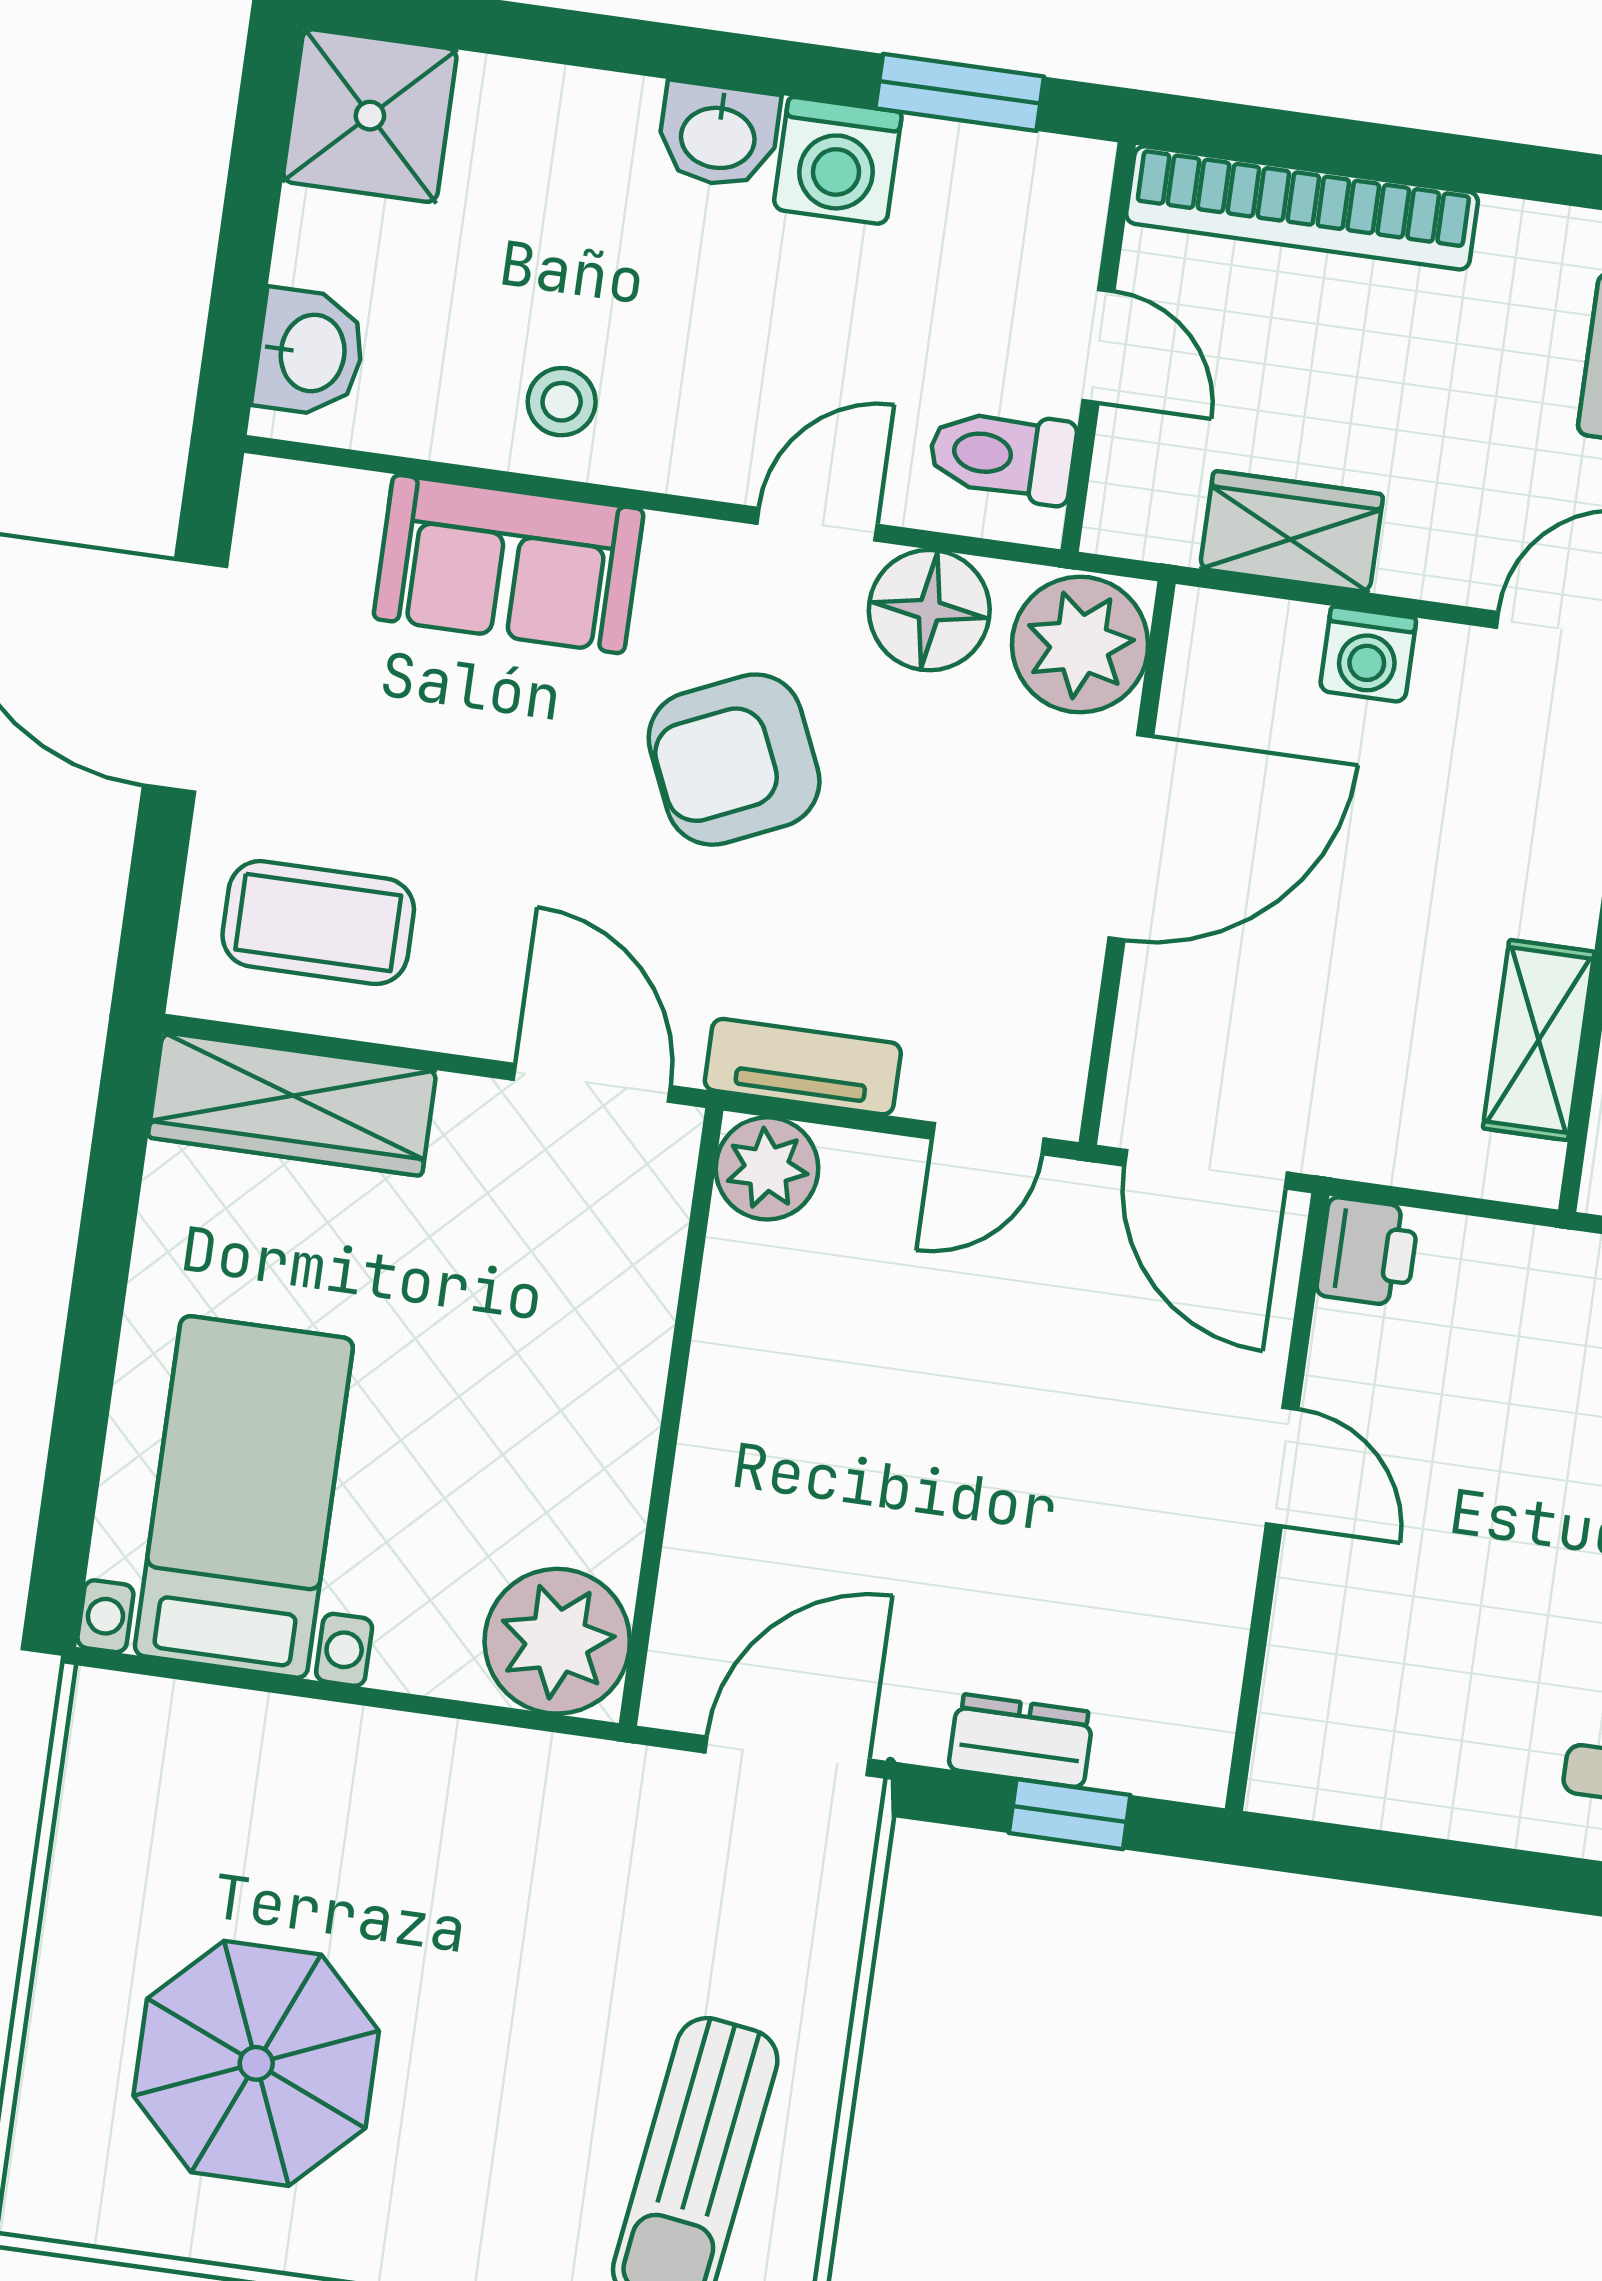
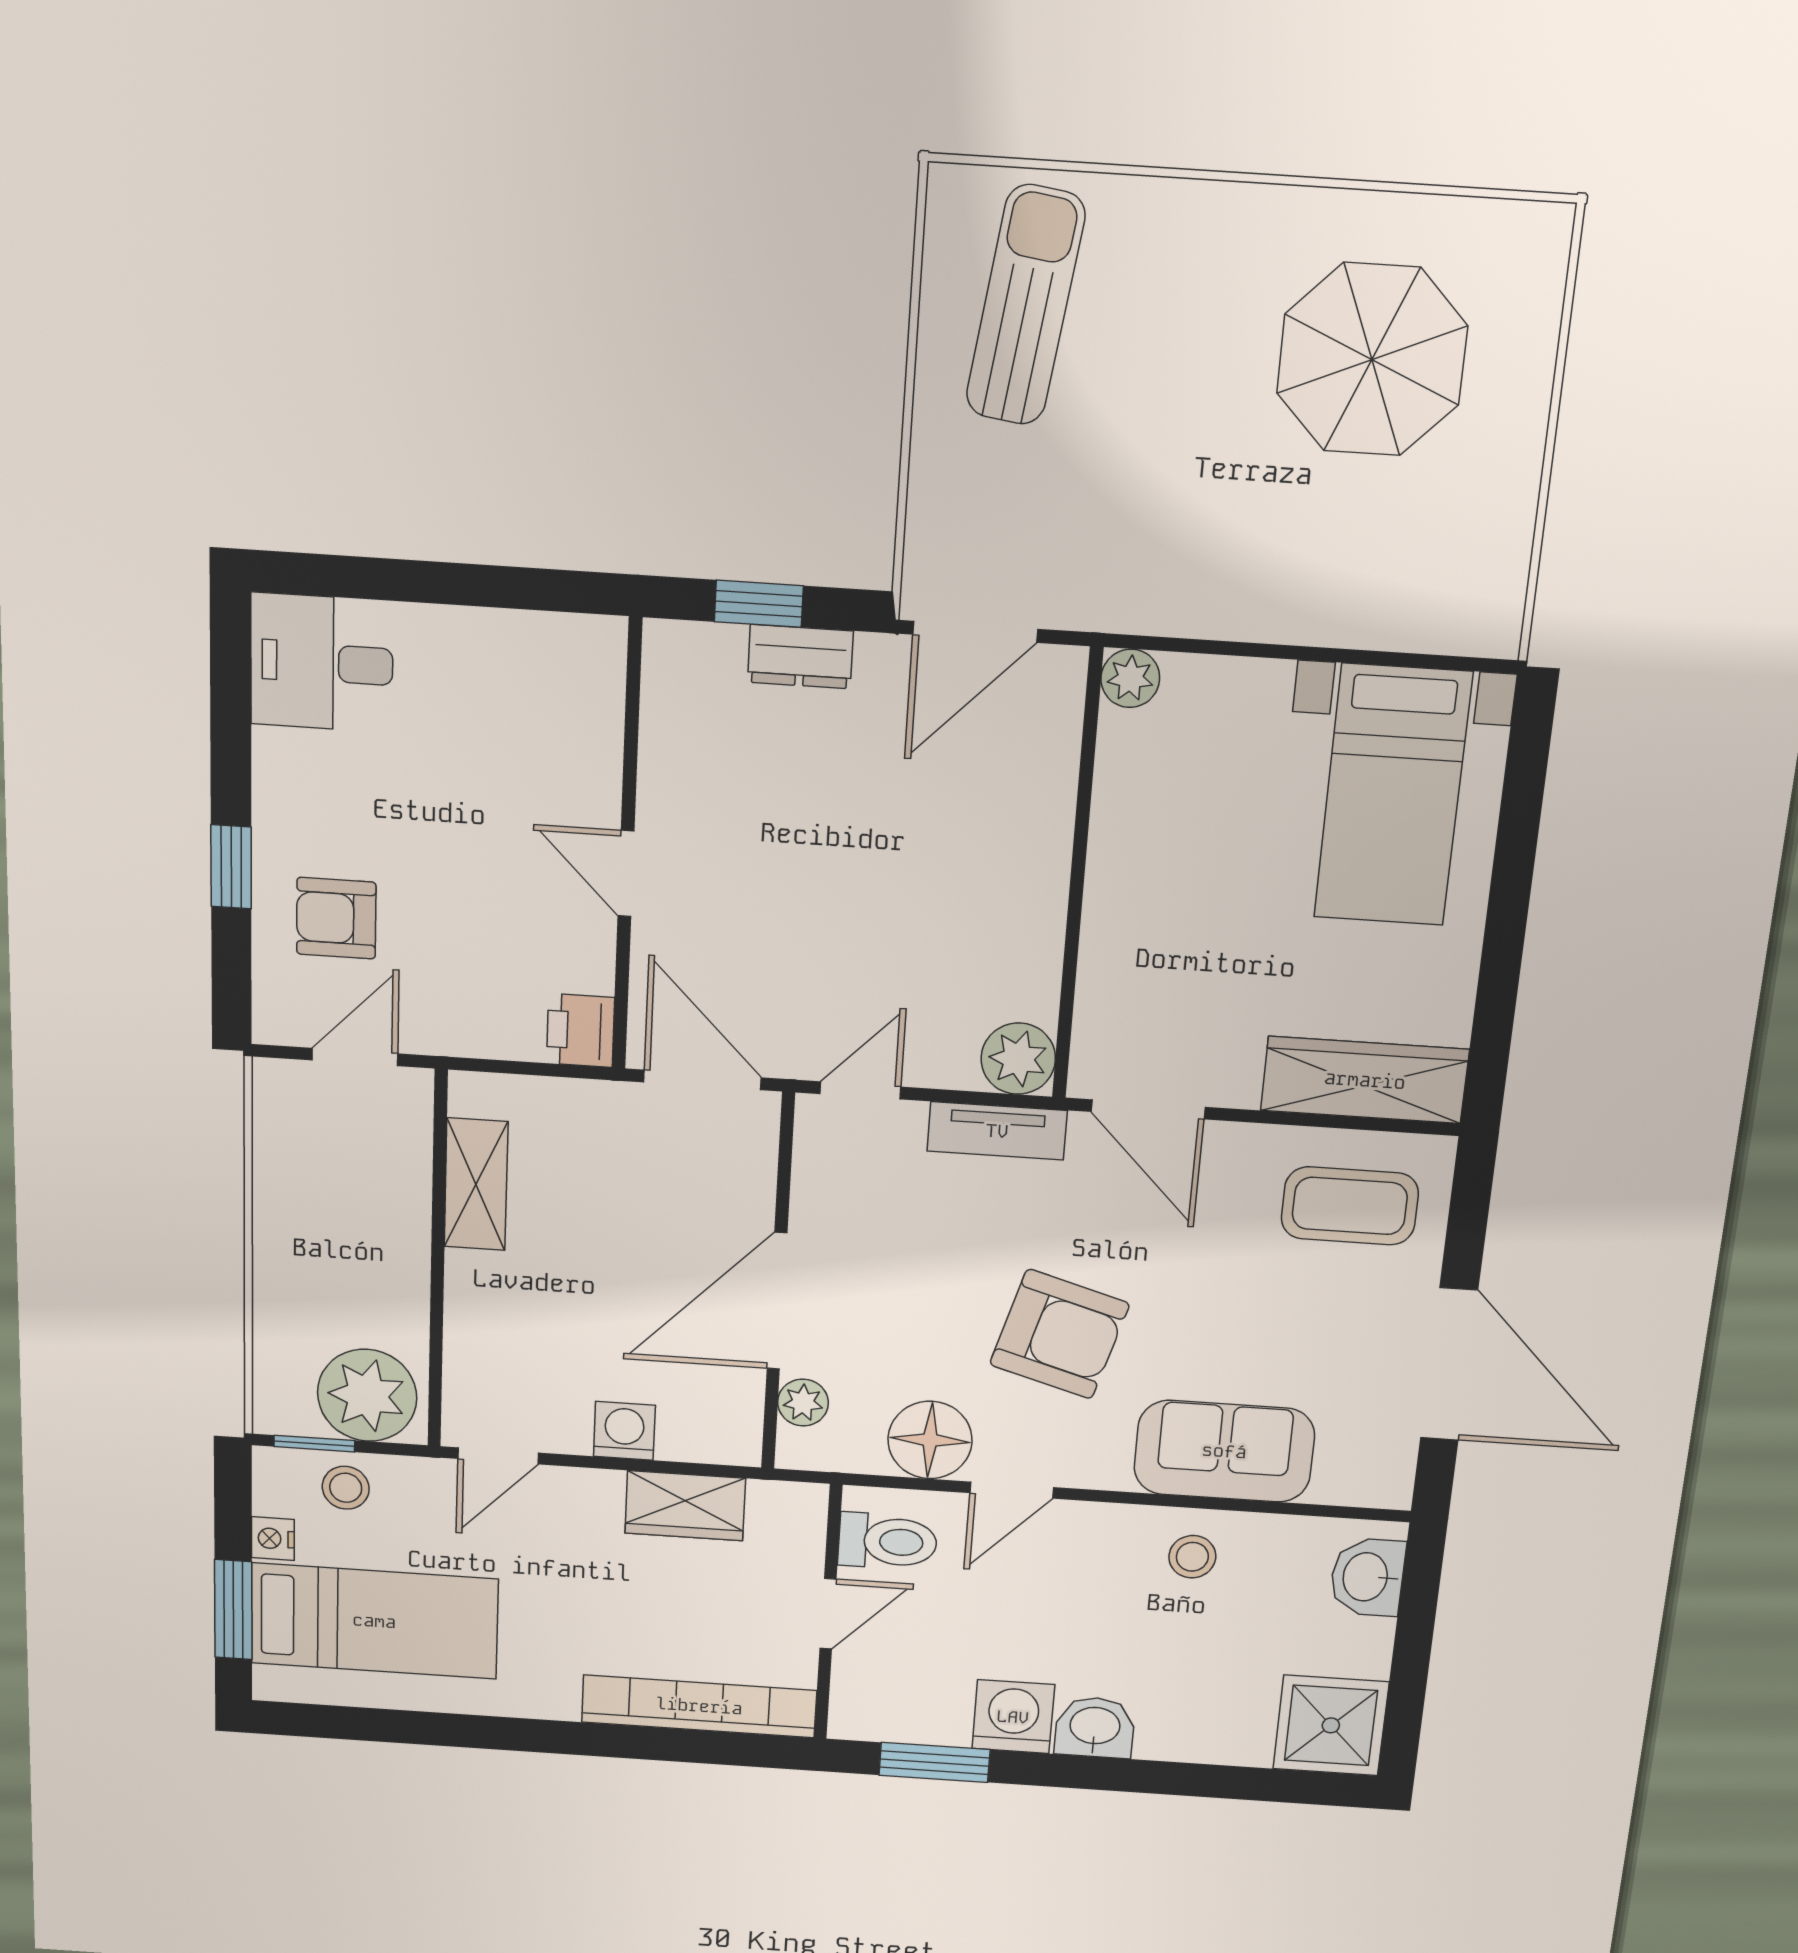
door: (1098, 346) -> (828, 1614), swing flipped
plant: (1080, 645) -> (803, 1403), width x0.53, depth x0.53
armchair: (734, 760) -> (1059, 1334), turned 40
plant: (557, 1641) -> (1130, 678), width x0.53, depth x0.53

